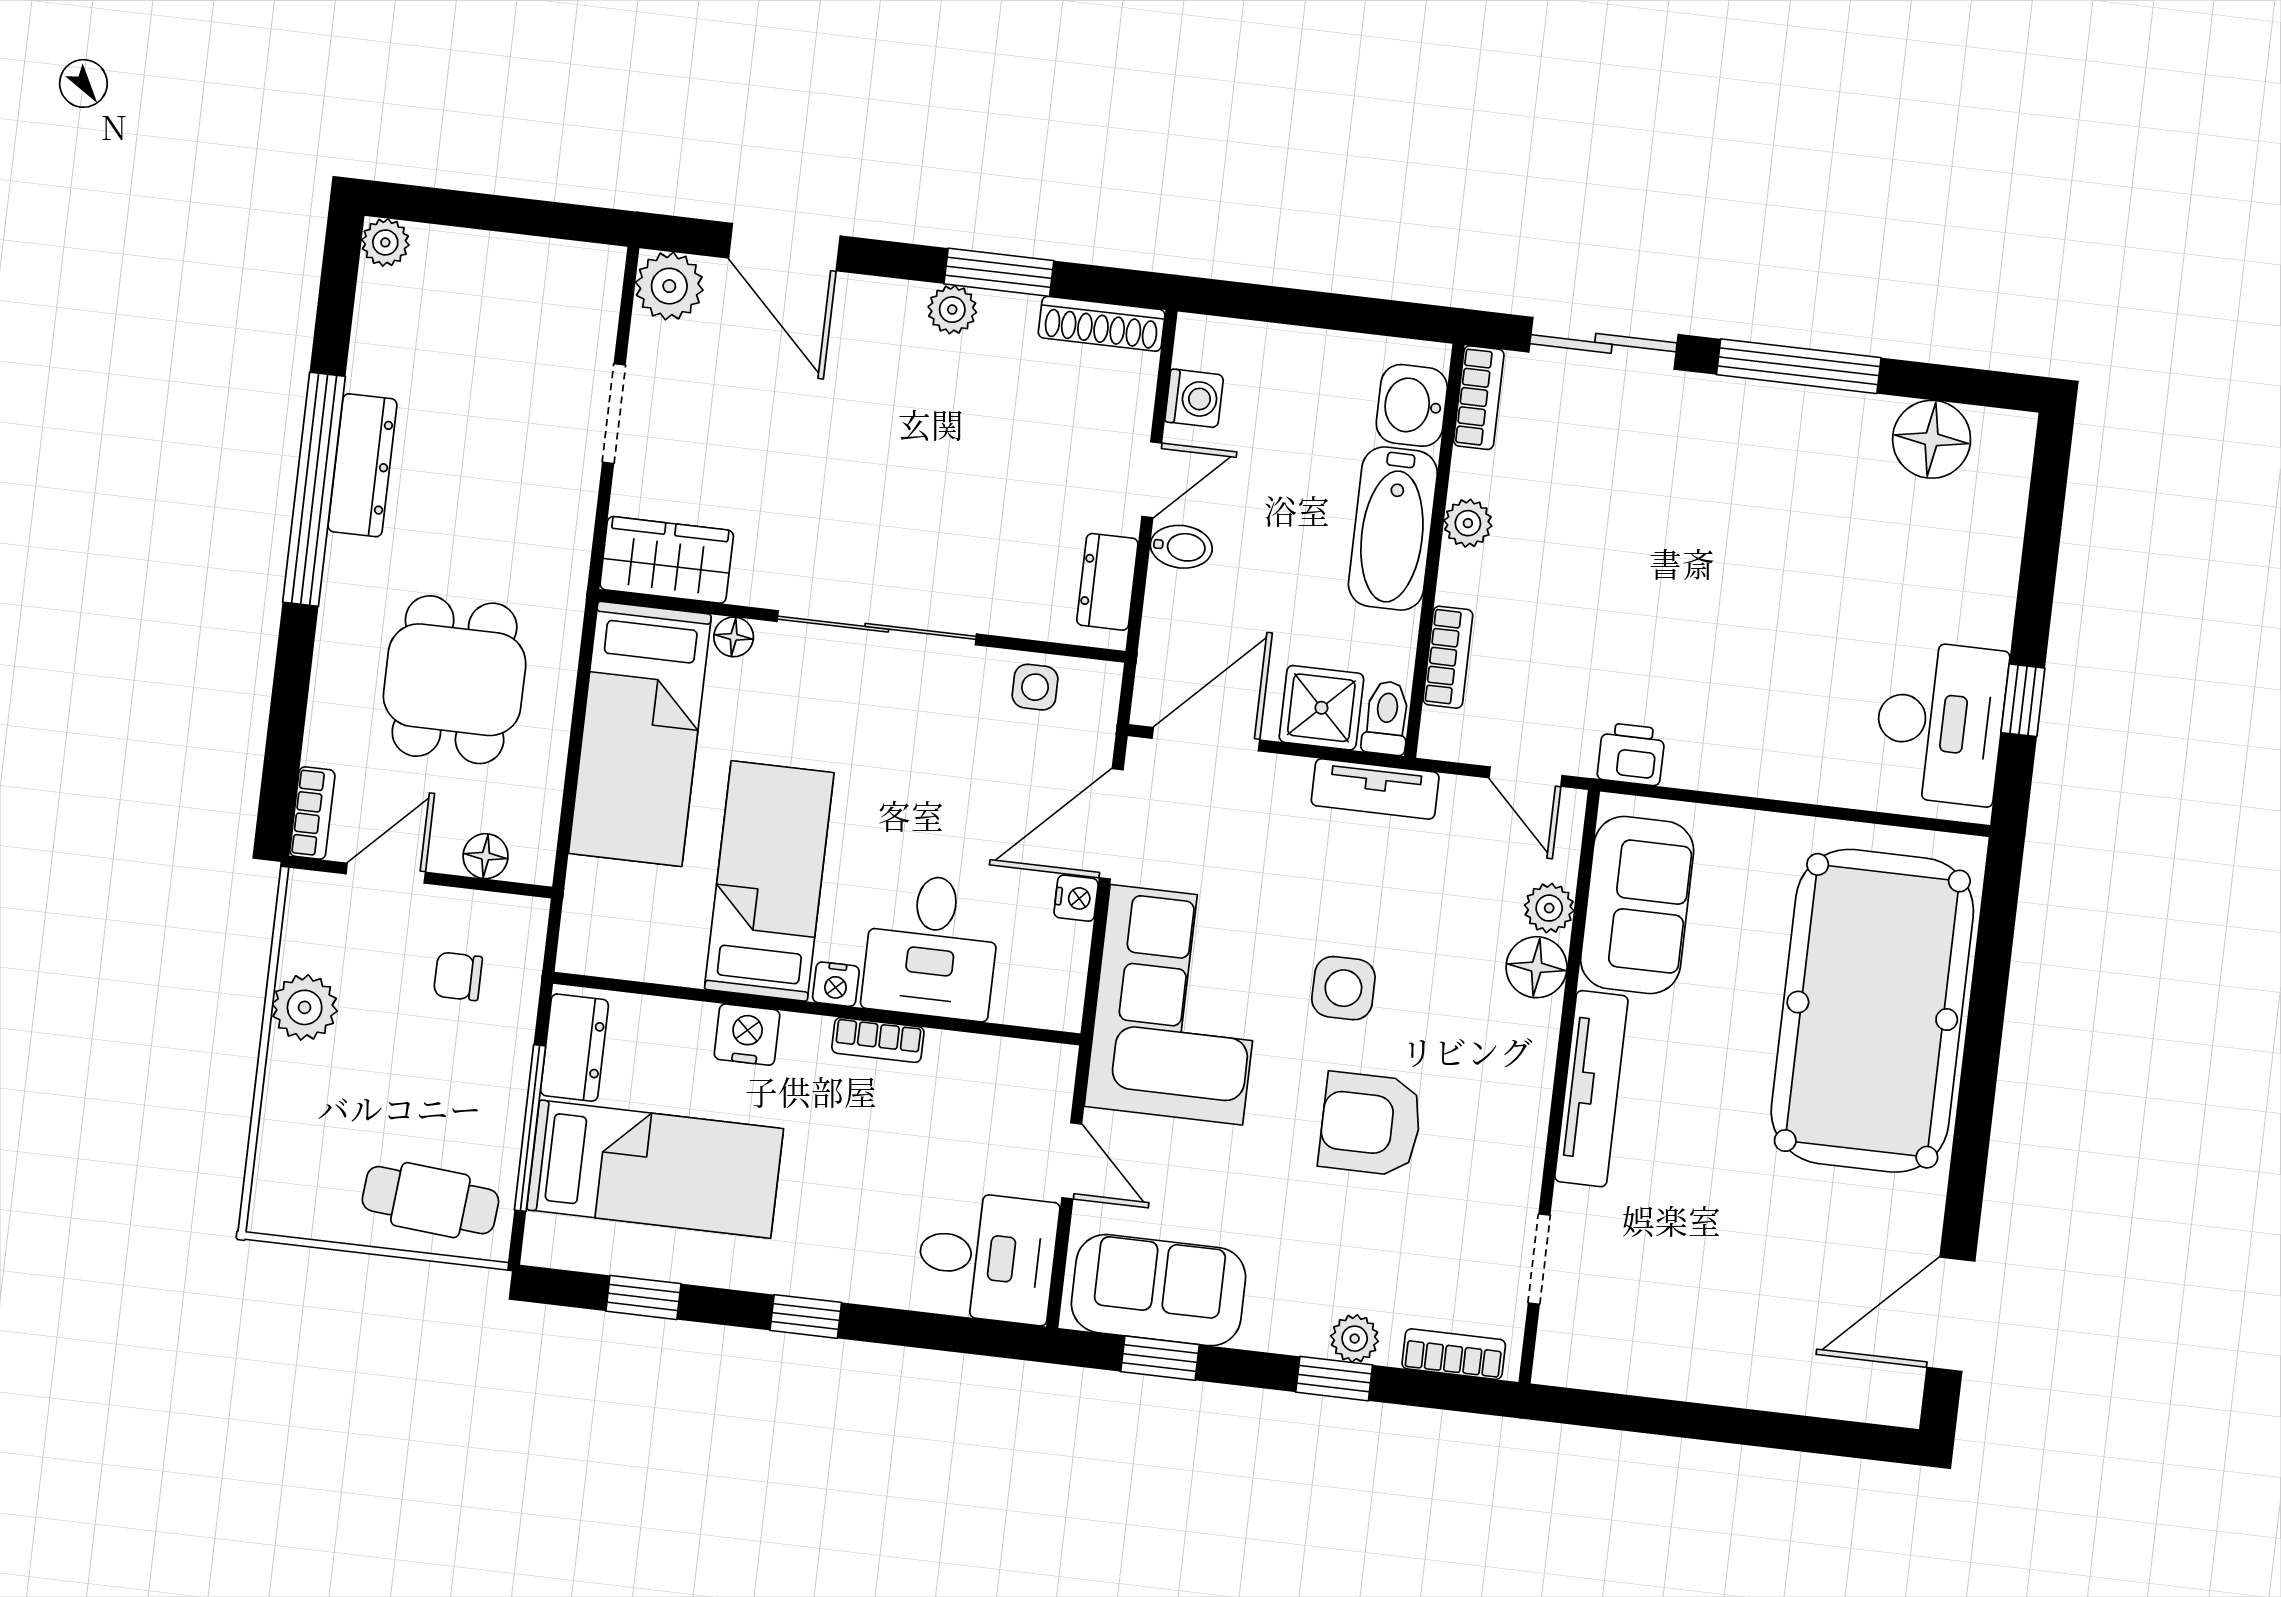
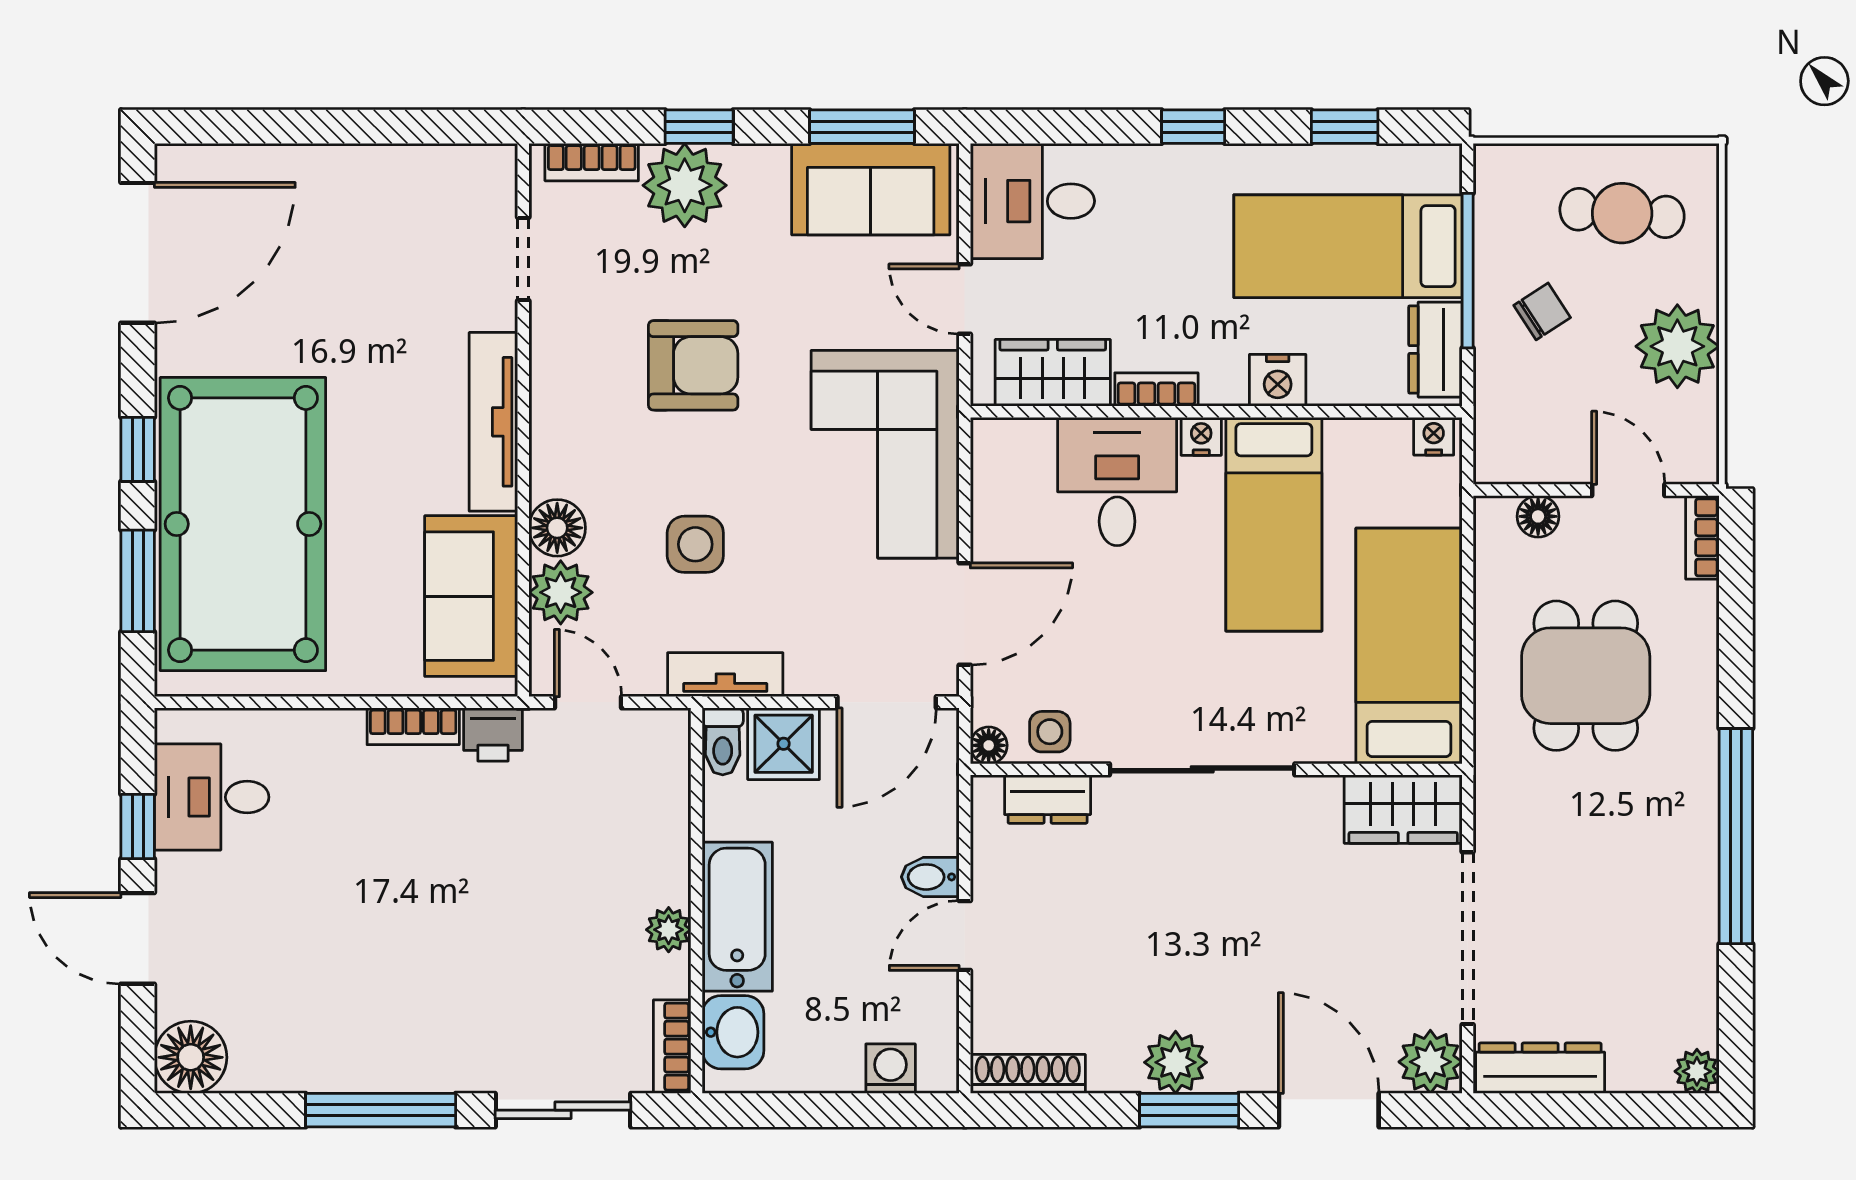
window: (999, 272) -> (1189, 1110), moved
plant: (952, 310) -> (1176, 1062), width x1.38, depth x1.38
washing machine: (1194, 398) -> (891, 1069), moved, turned 90
doorway: (614, 414) -> (1468, 938), width x1.88
floor lamp: (1932, 439) -> (191, 1057), moved
dresser: (362, 465) -> (1540, 1068), moved, turned 90
door: (2037, 581) -> (138, 938), added
dresser: (1107, 582) -> (1048, 799), moved, turned 90
floor lamp: (734, 637) -> (989, 745), moved
bookcase: (1448, 657) -> (413, 726), moved, turned -90
desk: (1940, 723) -> (212, 797), width x0.73
door: (386, 873) -> (1628, 490), swing flipped
nightstand: (1076, 898) -> (1434, 436), moved, turned 90
plant: (1549, 908) -> (561, 592), width x1.38, depth x1.38
window: (1992, 963) -> (138, 581), added
chair: (458, 976) -> (1542, 311), moved, turned -33
side table: (1343, 988) -> (695, 544), moved
plant: (305, 1007) -> (1677, 346), width x1.36, depth x1.36
wardrobe: (987, 1071) -> (1053, 373), added
window: (1976, 1104) -> (138, 449), added
cafe table: (430, 1200) -> (1622, 213), moved
door: (1951, 1314) -> (138, 253), width x1.36
plant: (1355, 1339) -> (685, 185), width x1.88, depth x1.88
window: (1160, 1358) -> (862, 127), width x1.50

